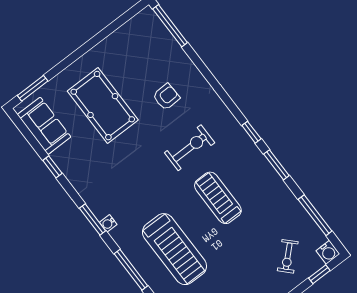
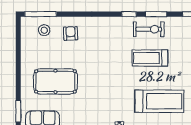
stool: (154, 45) -> (44, 30), added
armchair: (166, 97) -> (71, 33), moved
exercise bike: (190, 148) -> (149, 29), moved, turned 90

